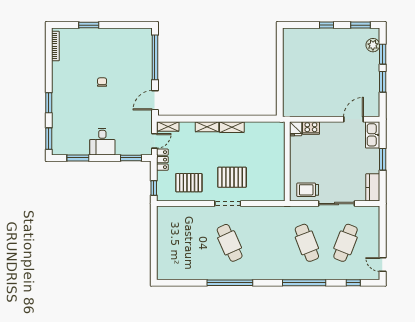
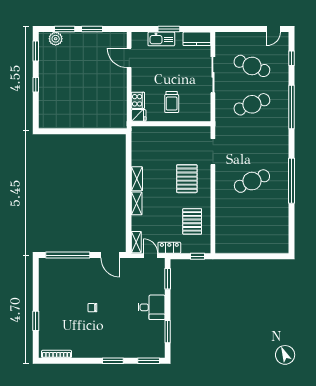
kitchen sink: (373, 135) -> (161, 39), moved
trolley: (308, 190) -> (172, 102), moved
doorway: (228, 204) -> (213, 152), moved

